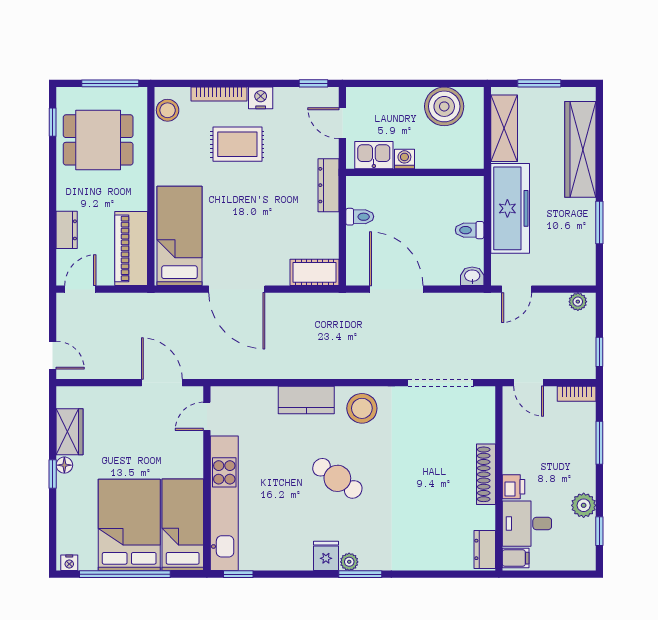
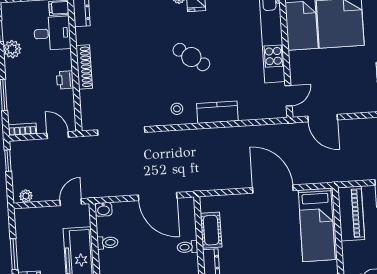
cot: (315, 272) -> (211, 230), moved, turned 90
stool: (362, 408) -> (177, 109), width x0.53, depth x0.53
printer: (514, 487) -> (65, 80), moved

